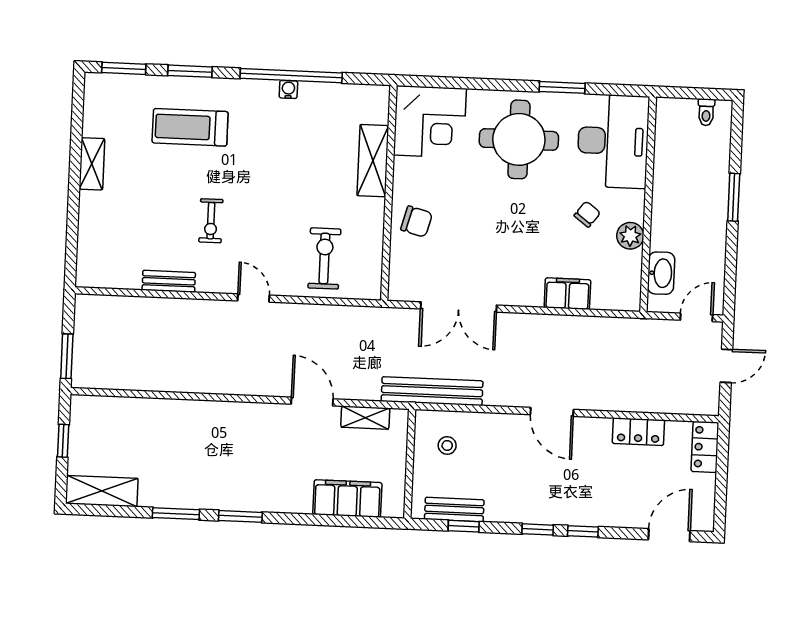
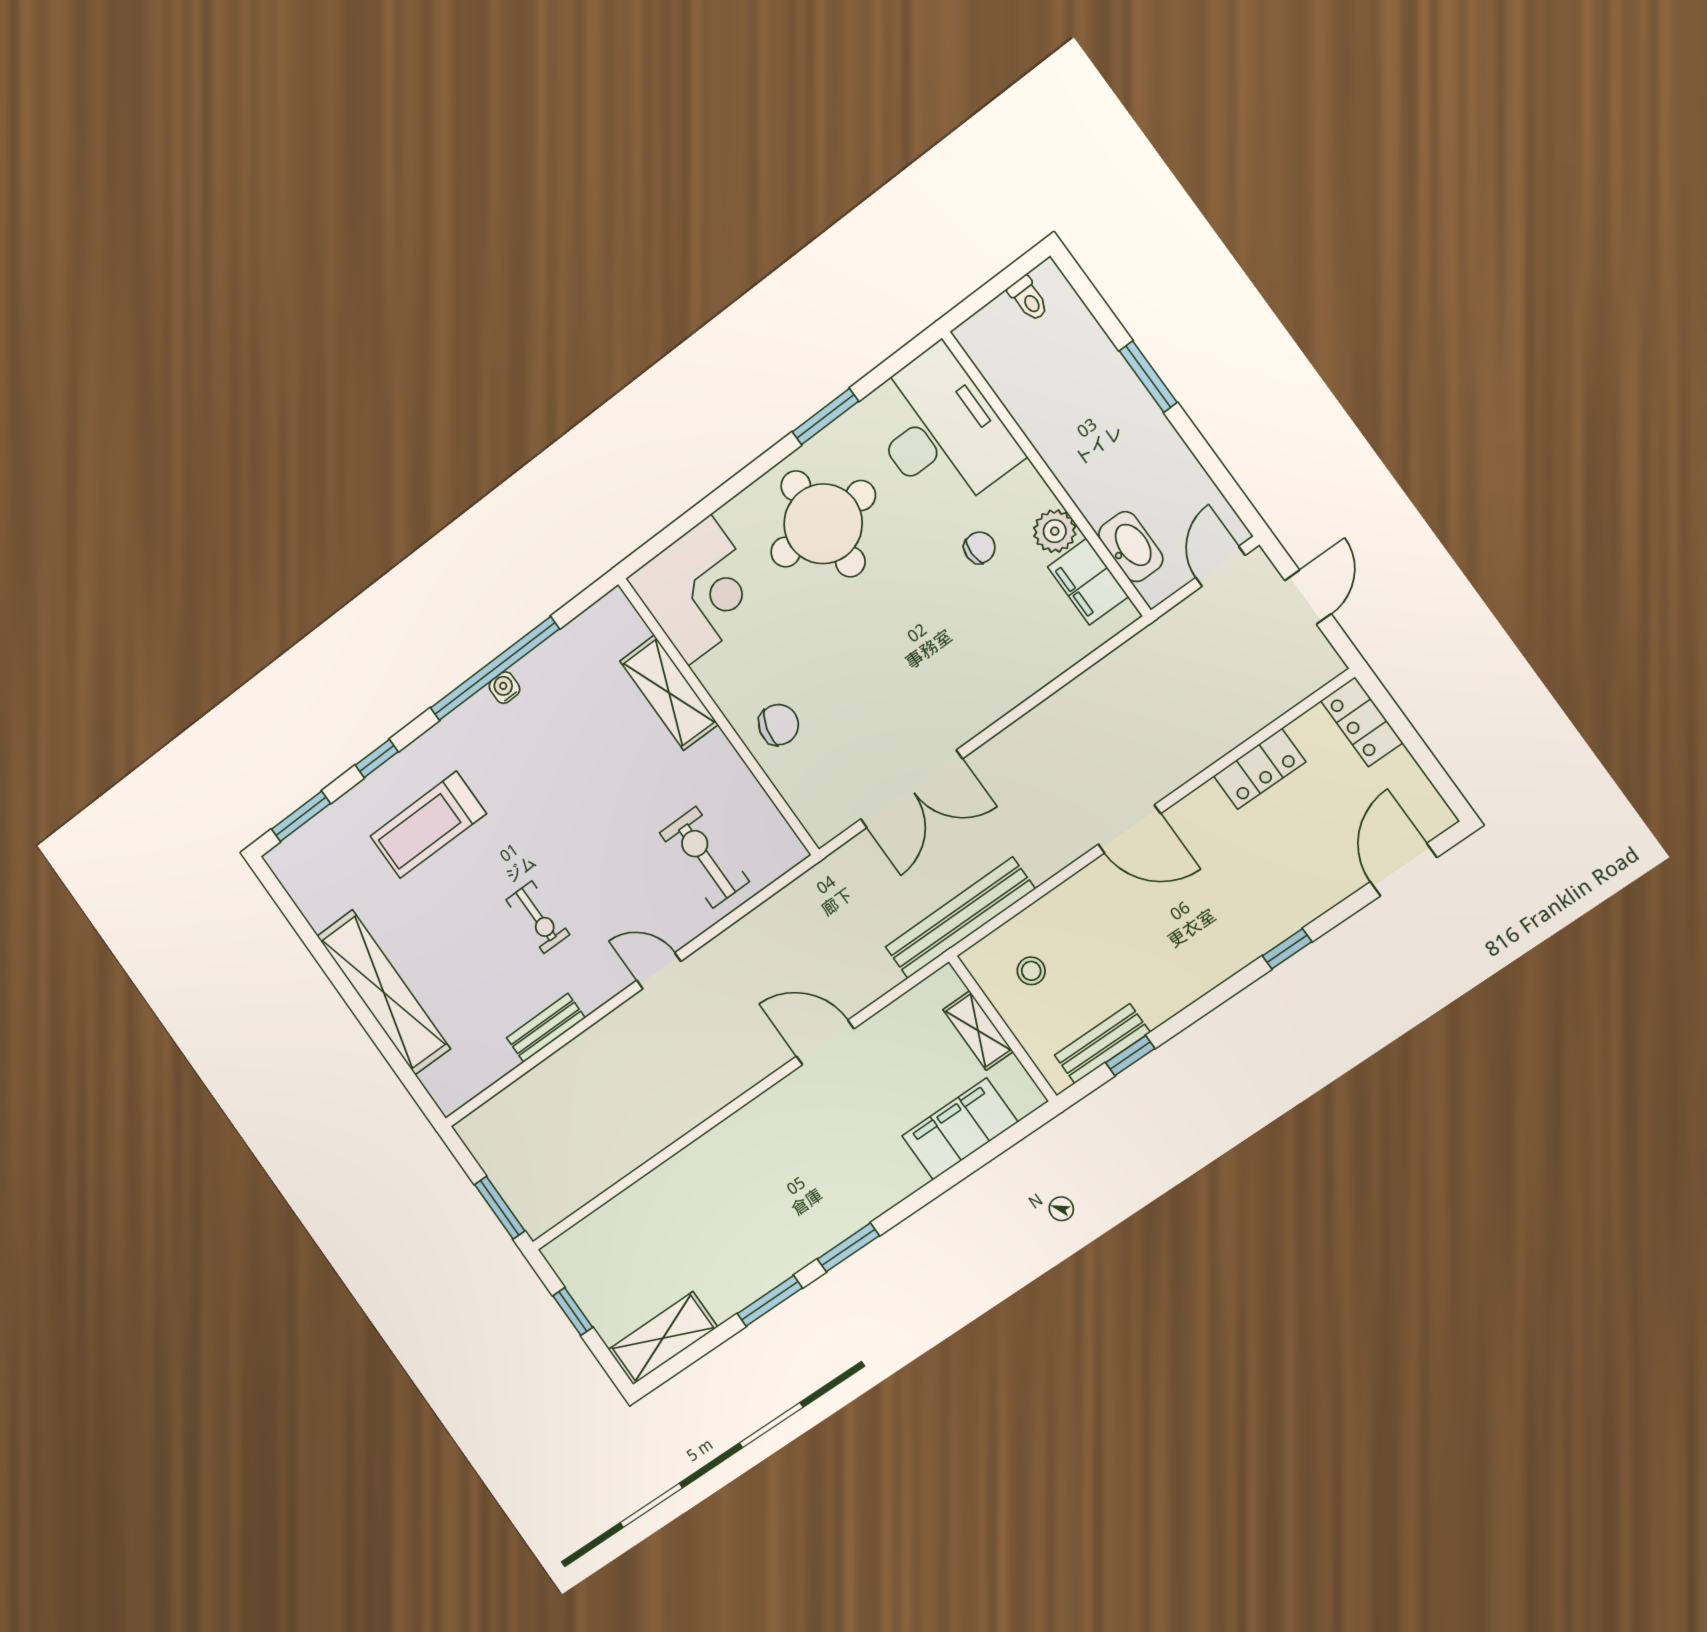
window: (190, 71) -> (377, 759), width x0.67
shelving: (92, 164) -> (384, 992), width x2.20, depth x1.33
chair: (587, 214) -> (980, 548), turned 53
filing cabinet: (567, 294) -> (1088, 582), moved, turned -90
shelving: (365, 418) -> (978, 1031), moved, turned 90
window: (538, 529) -> (1227, 990), removed

